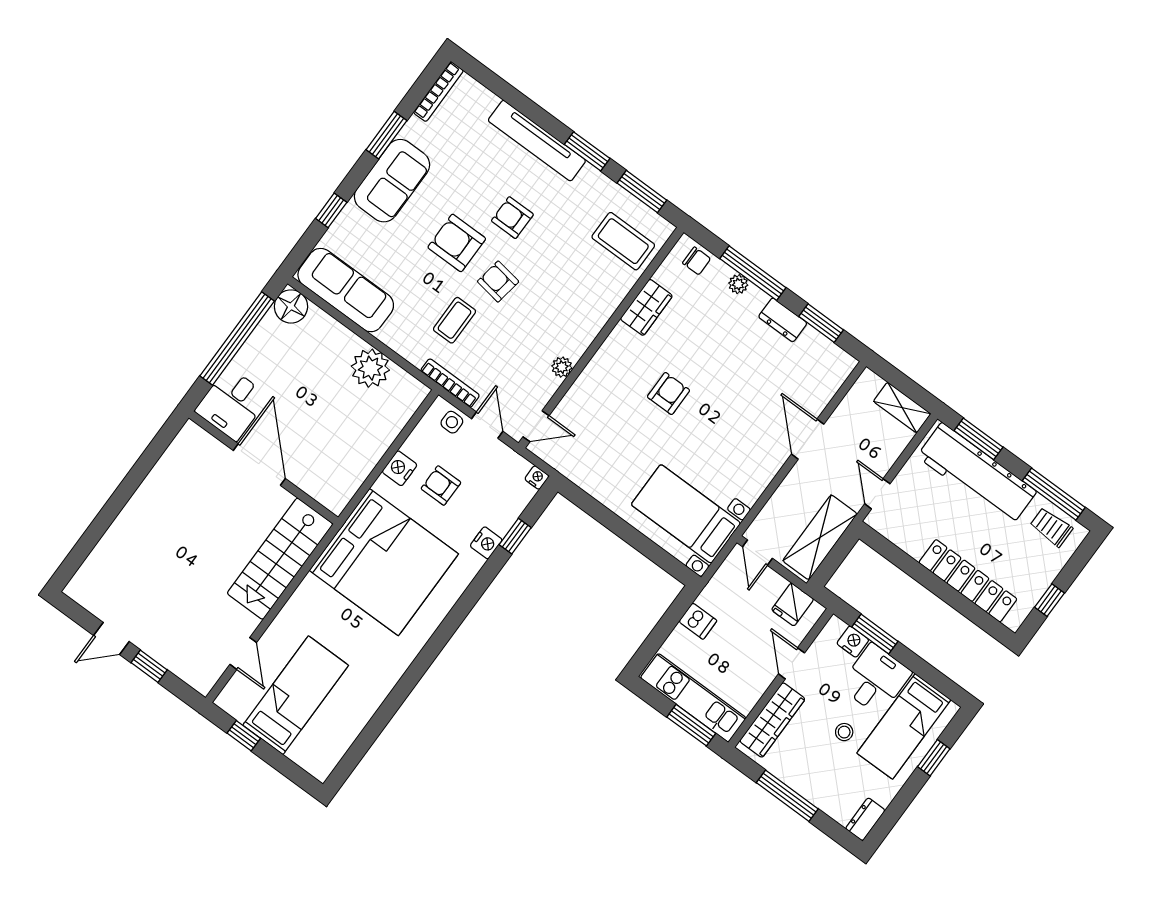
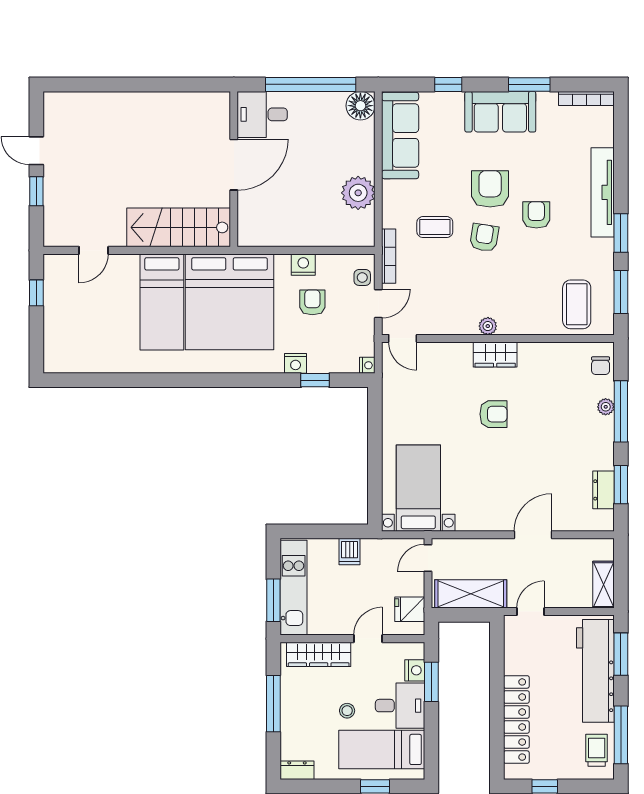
wardrobe: (646, 307) -> (495, 354), moved
dresser: (783, 320) -> (604, 490), moved
plant: (562, 367) -> (488, 326), moved
bed: (296, 695) -> (162, 302), moved, turned 90

